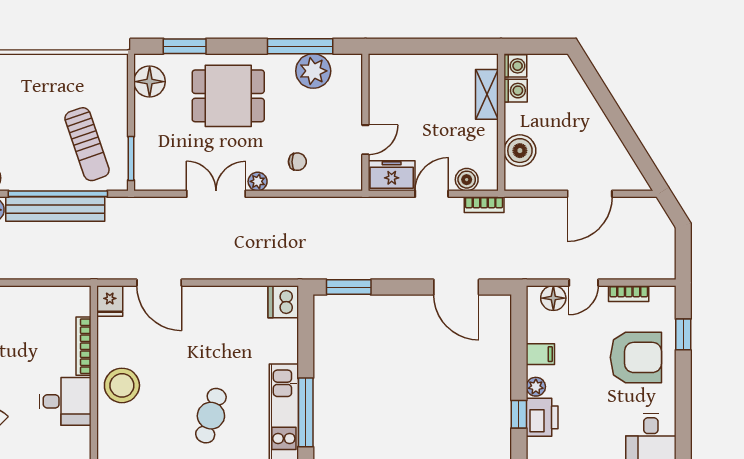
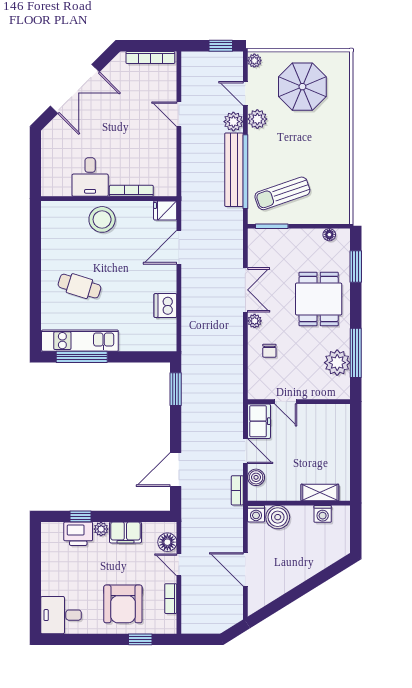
washing machine: (515, 66) -> (256, 514), moved
floor lamp: (150, 82) -> (329, 235), width x0.53, depth x0.53
dishwasher: (283, 302) -> (165, 306), moved, turned -90
filing cabinet: (540, 354) -> (125, 532), width x2.00

